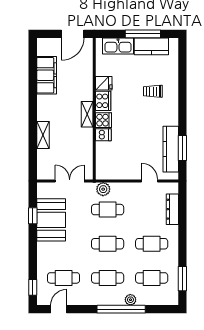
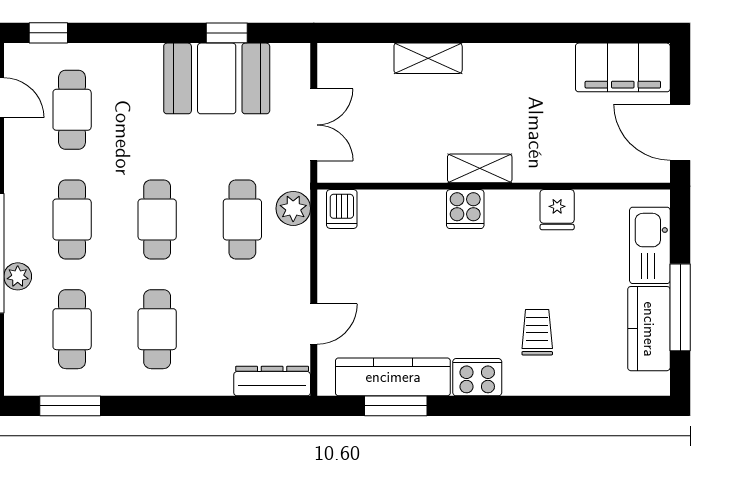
filing cabinet: (47, 75) -> (623, 67), moved
cooker: (103, 101) -> (477, 377), moved, turned 180
dishwasher: (103, 135) -> (342, 209), moved
dresser: (172, 209) -> (272, 381), moved

